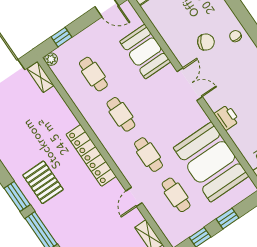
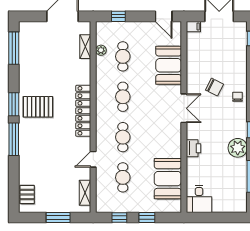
plant: (51, 59) -> (101, 50), moved
shelving: (41, 77) -> (85, 47), moved
booth: (211, 162) -> (168, 179), width x0.73, depth x0.70
pallet: (43, 182) -> (38, 107), turned 90

